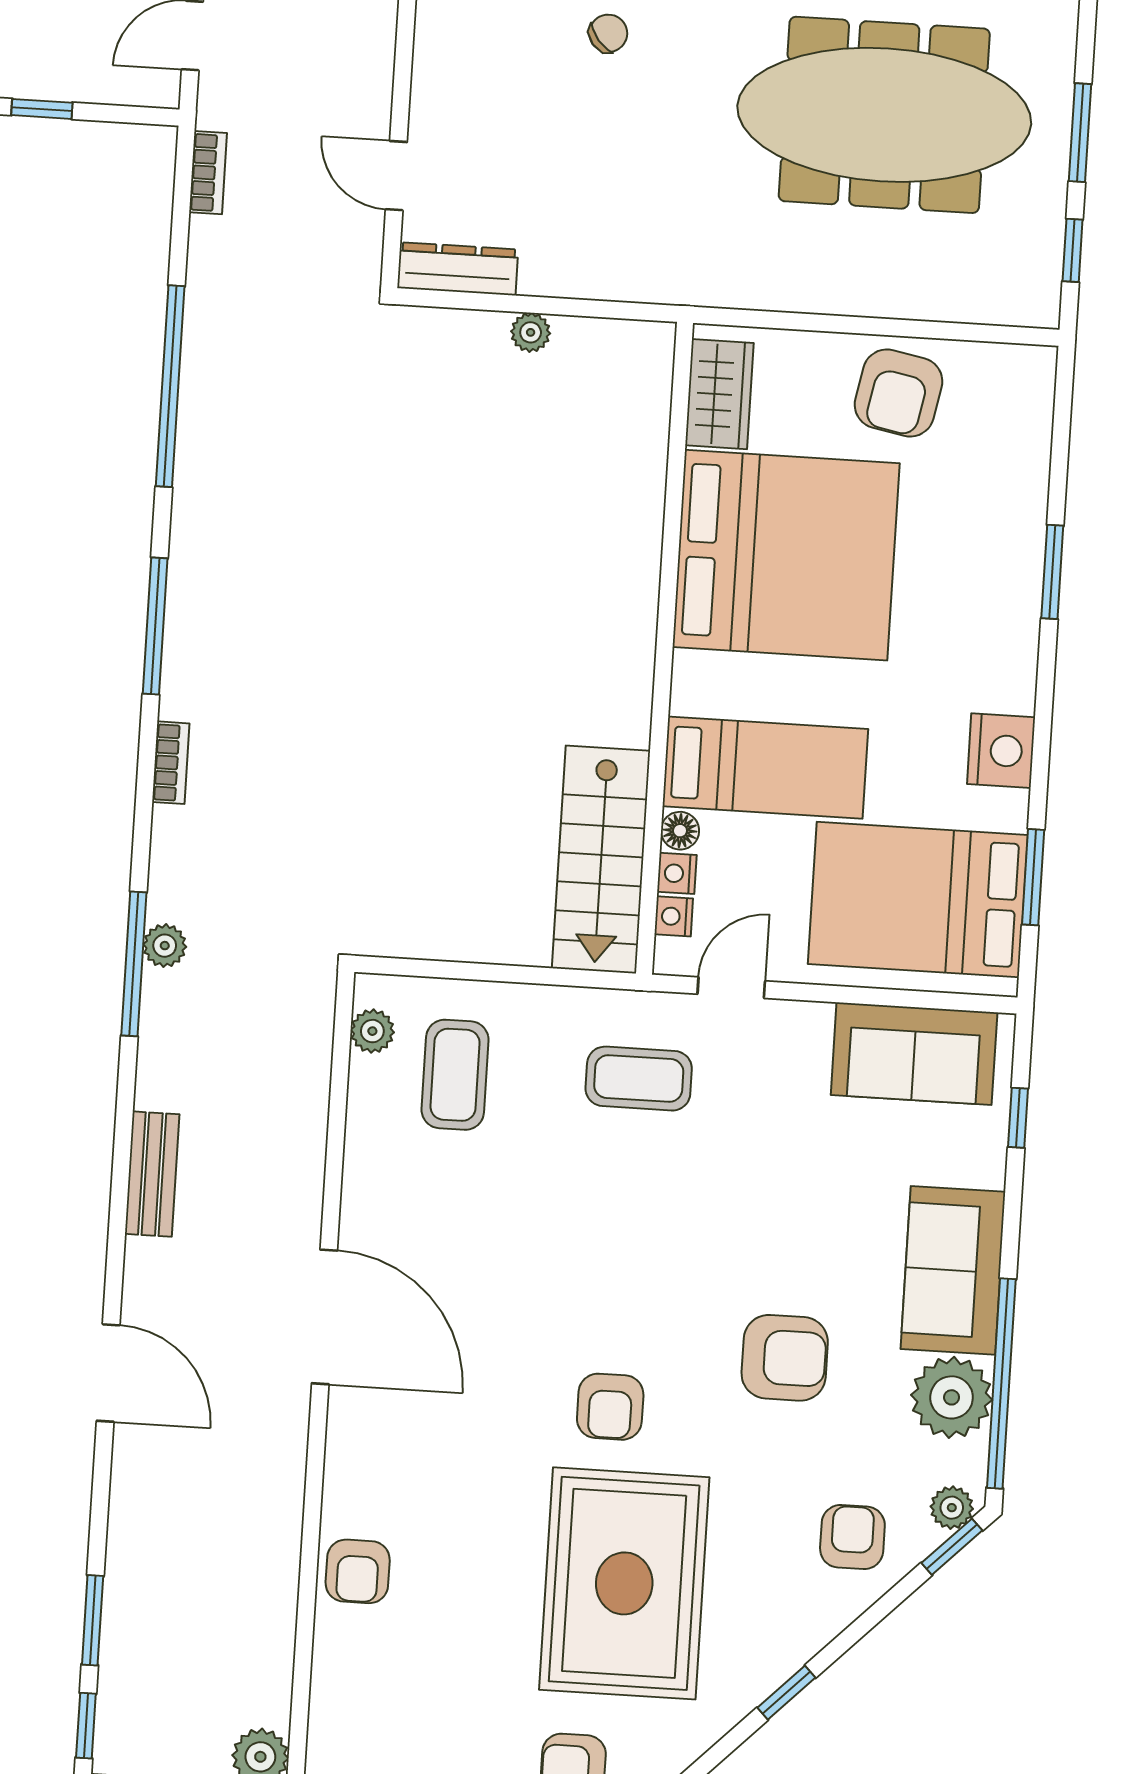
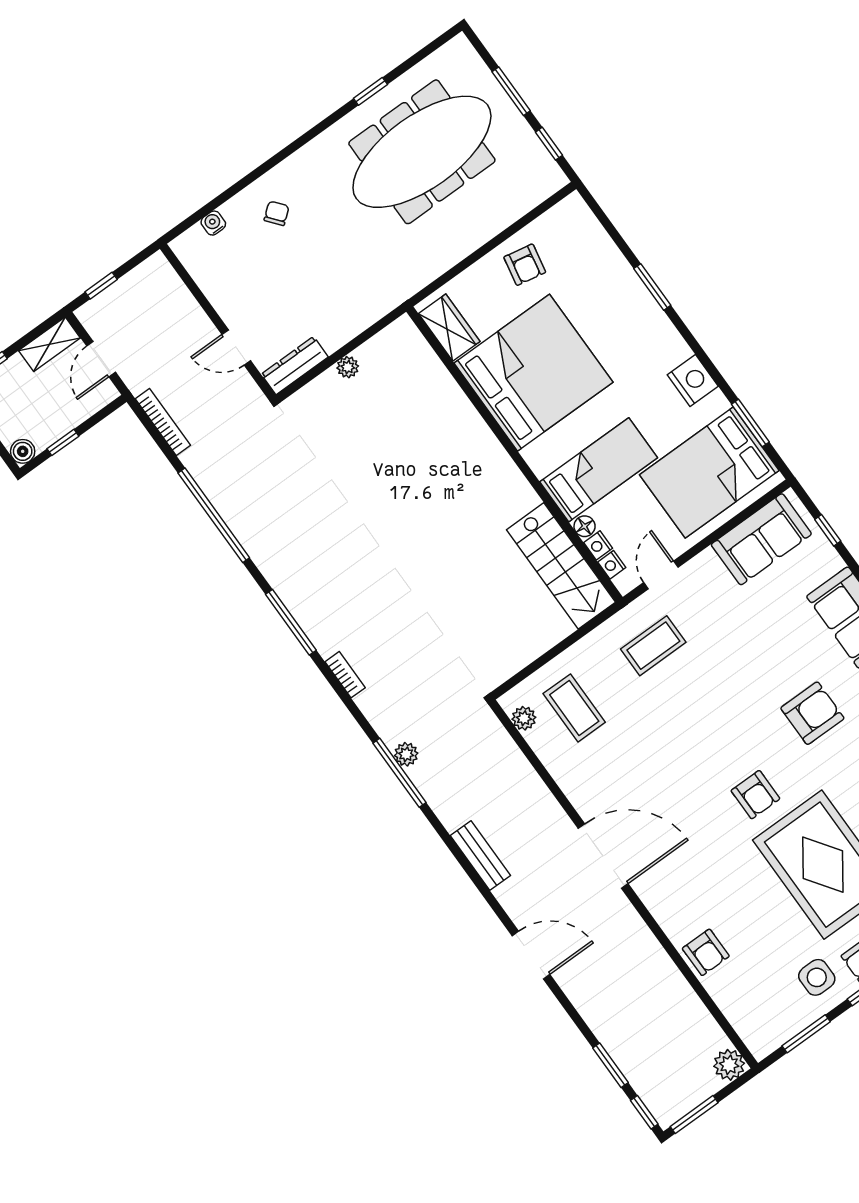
bookcase: (208, 173) -> (163, 422), width x1.56
armchair: (898, 393) -> (525, 265), width x0.72, depth x0.72
side table: (485, 1735) -> (817, 977), added

